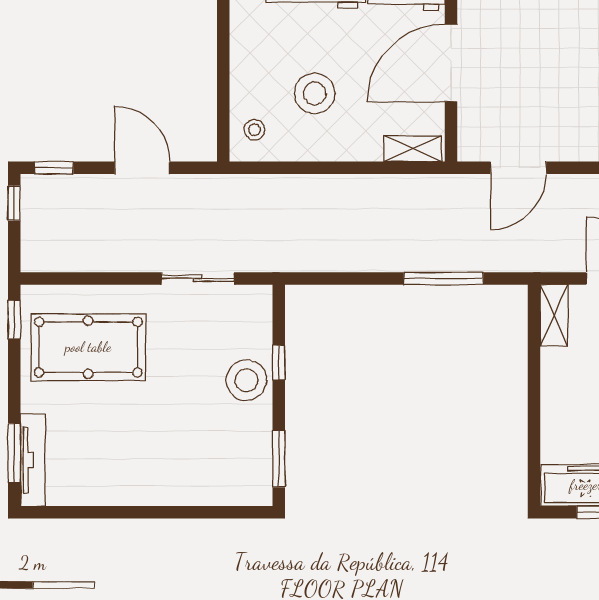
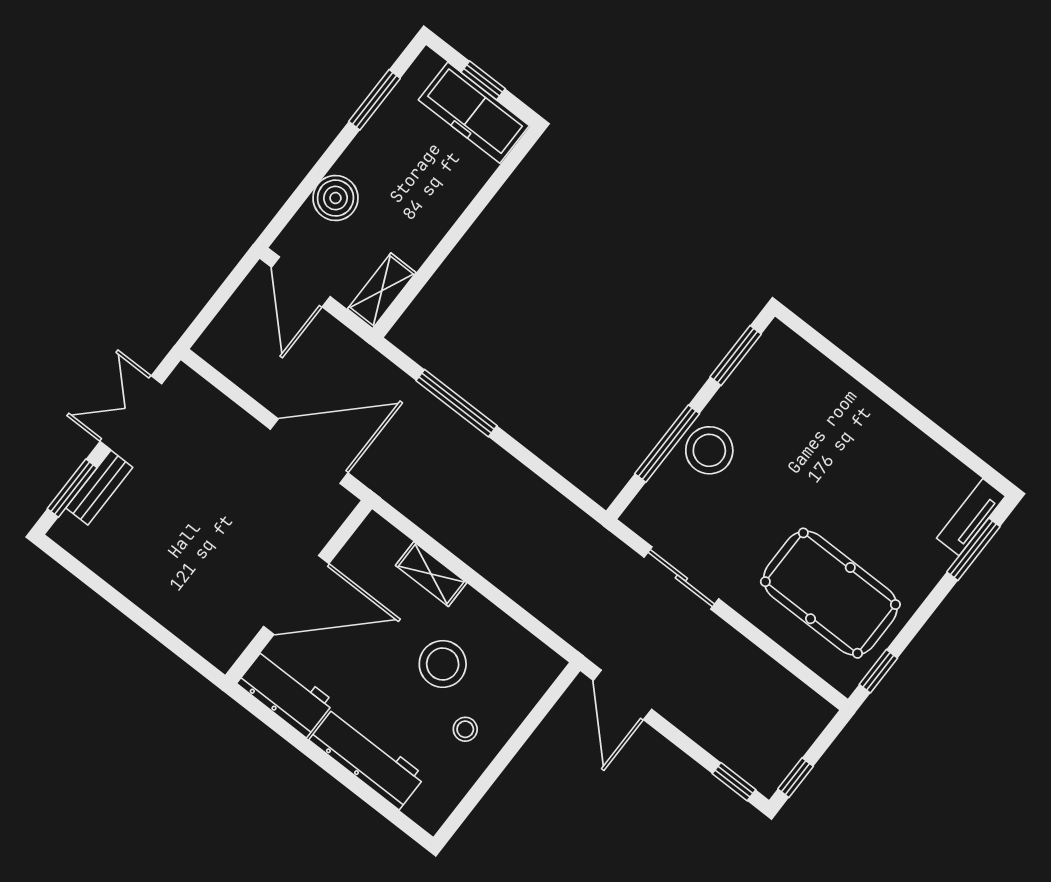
stool: (254, 130) -> (465, 729), moved
shelving: (413, 149) -> (431, 574), moved
door: (142, 168) -> (622, 695), moved
door: (518, 168) -> (309, 451), width x1.36
window: (279, 362) -> (667, 444), width x2.17
tv unit: (33, 460) -> (971, 517), width x0.71

